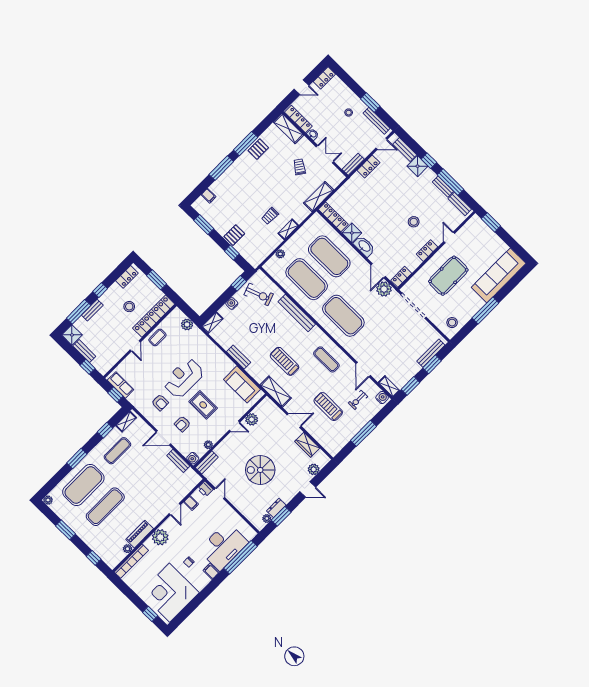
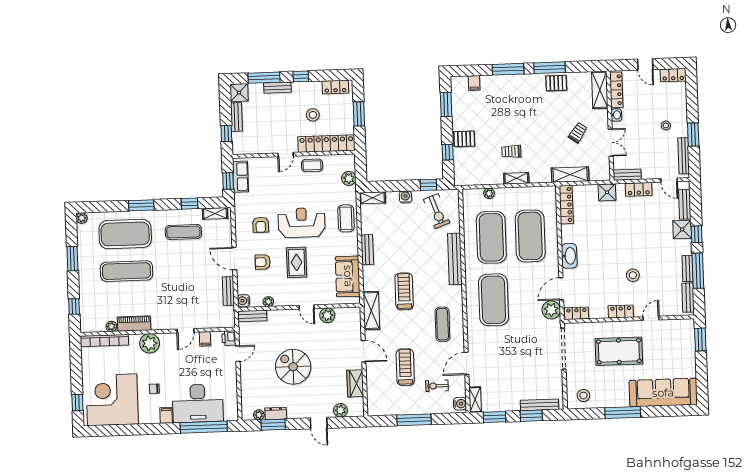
shower: (352, 233) -> (607, 192), moved
coffee table: (208, 350) -> (346, 218), added

